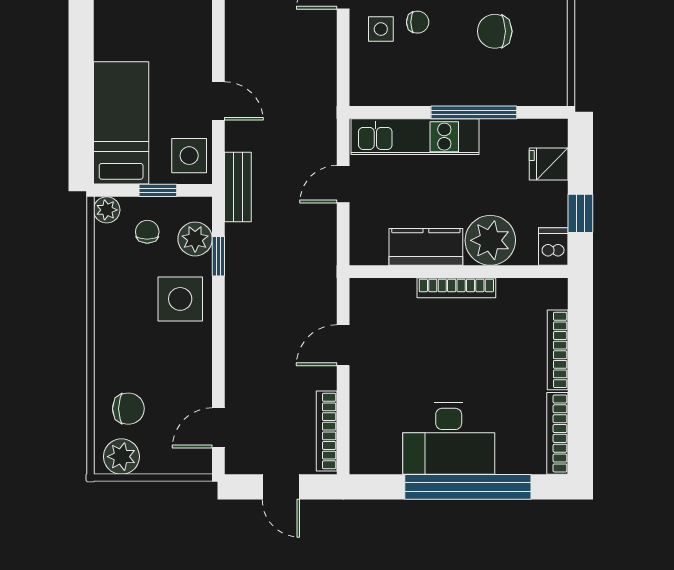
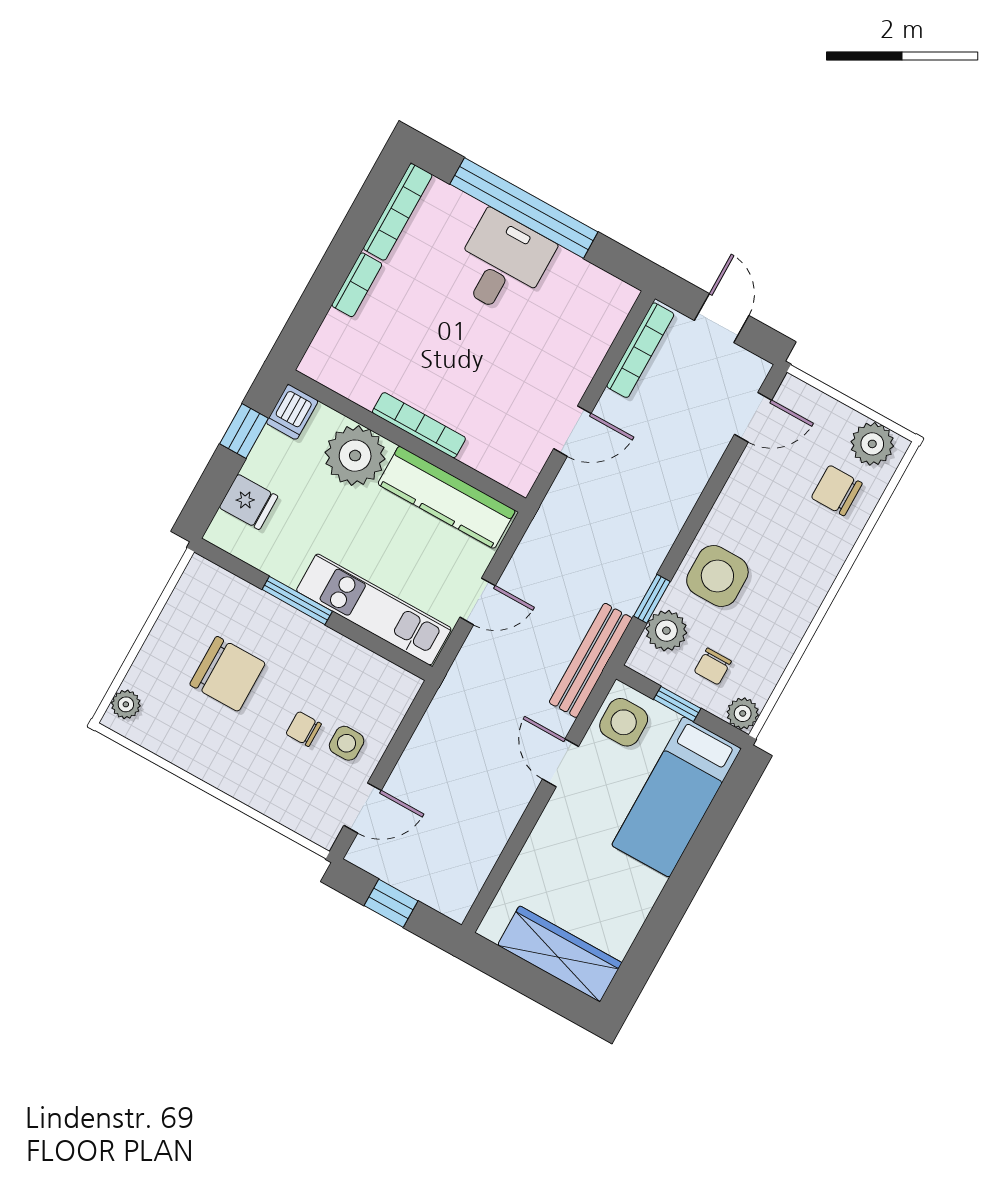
chair: (495, 31) -> (227, 674), width x1.37, depth x1.37
window: (474, 112) -> (297, 600), width x0.69
bench: (238, 187) -> (591, 660), width x1.36
kitchen counter: (426, 247) -> (447, 497), width x1.50
bookcase: (558, 350) -> (357, 285), width x0.64
desk: (449, 438) -> (502, 263), width x0.73

